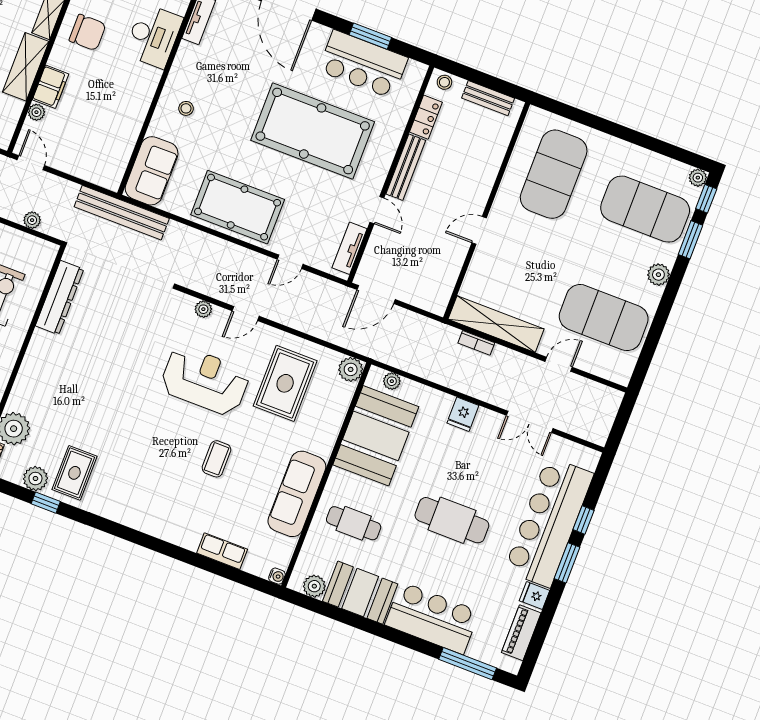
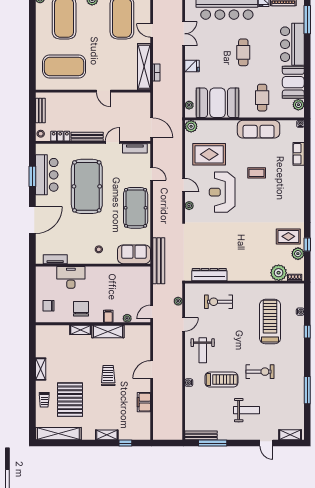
filing cabinet: (51, 87) -> (108, 316), width x0.50
cafe table: (452, 520) -> (243, 52), width x0.73, depth x0.74

